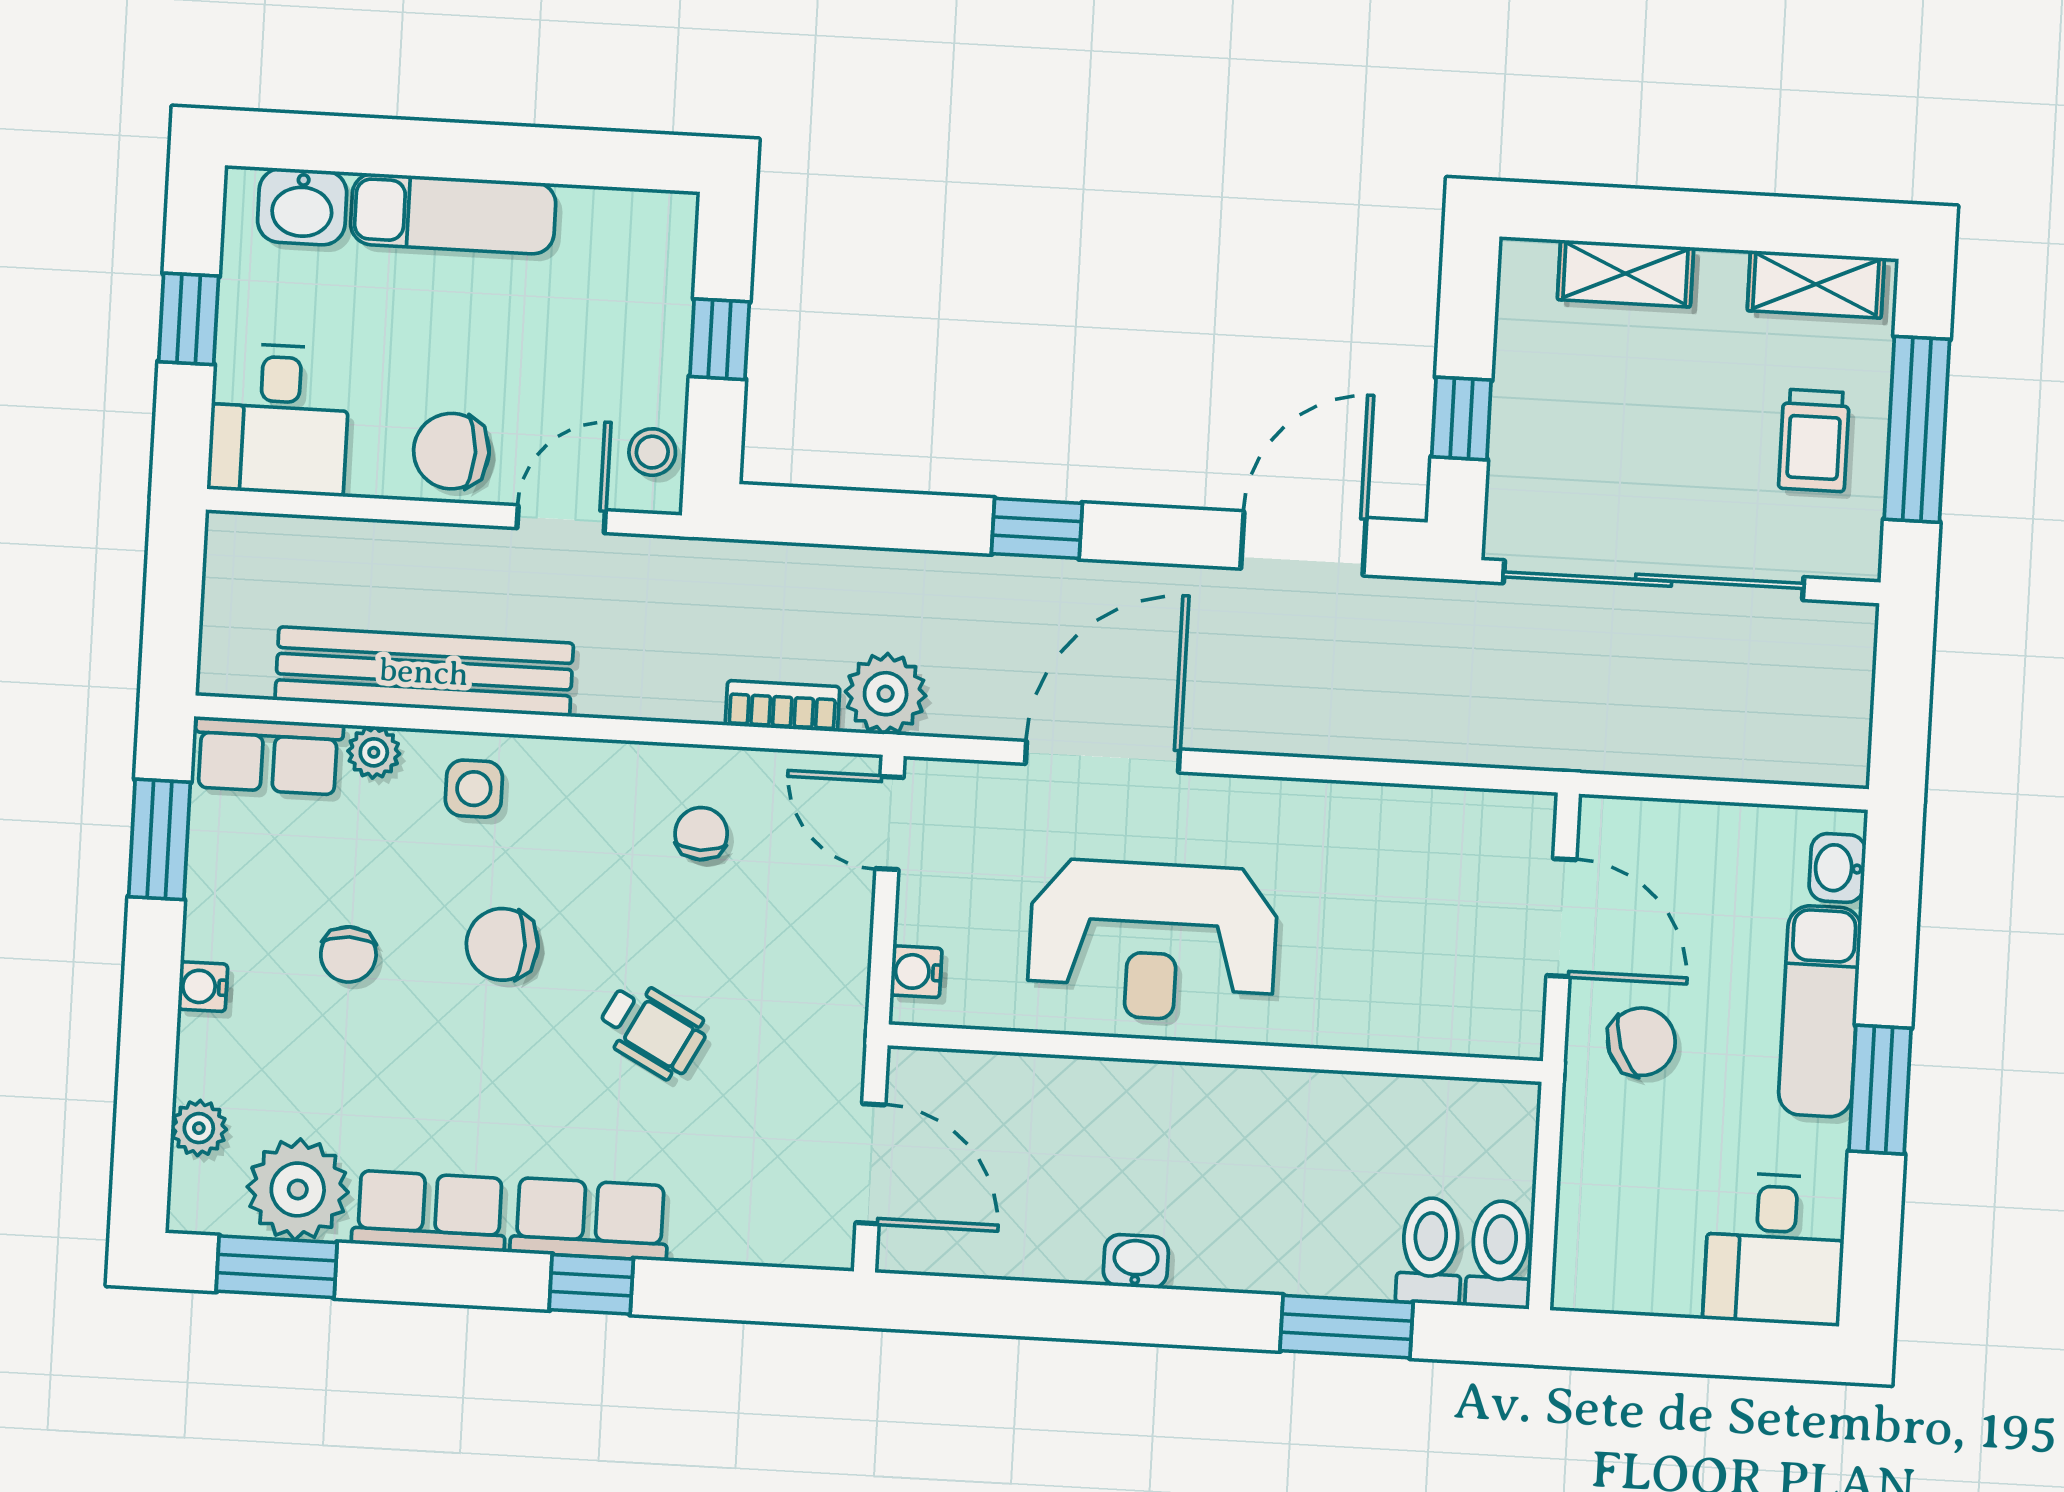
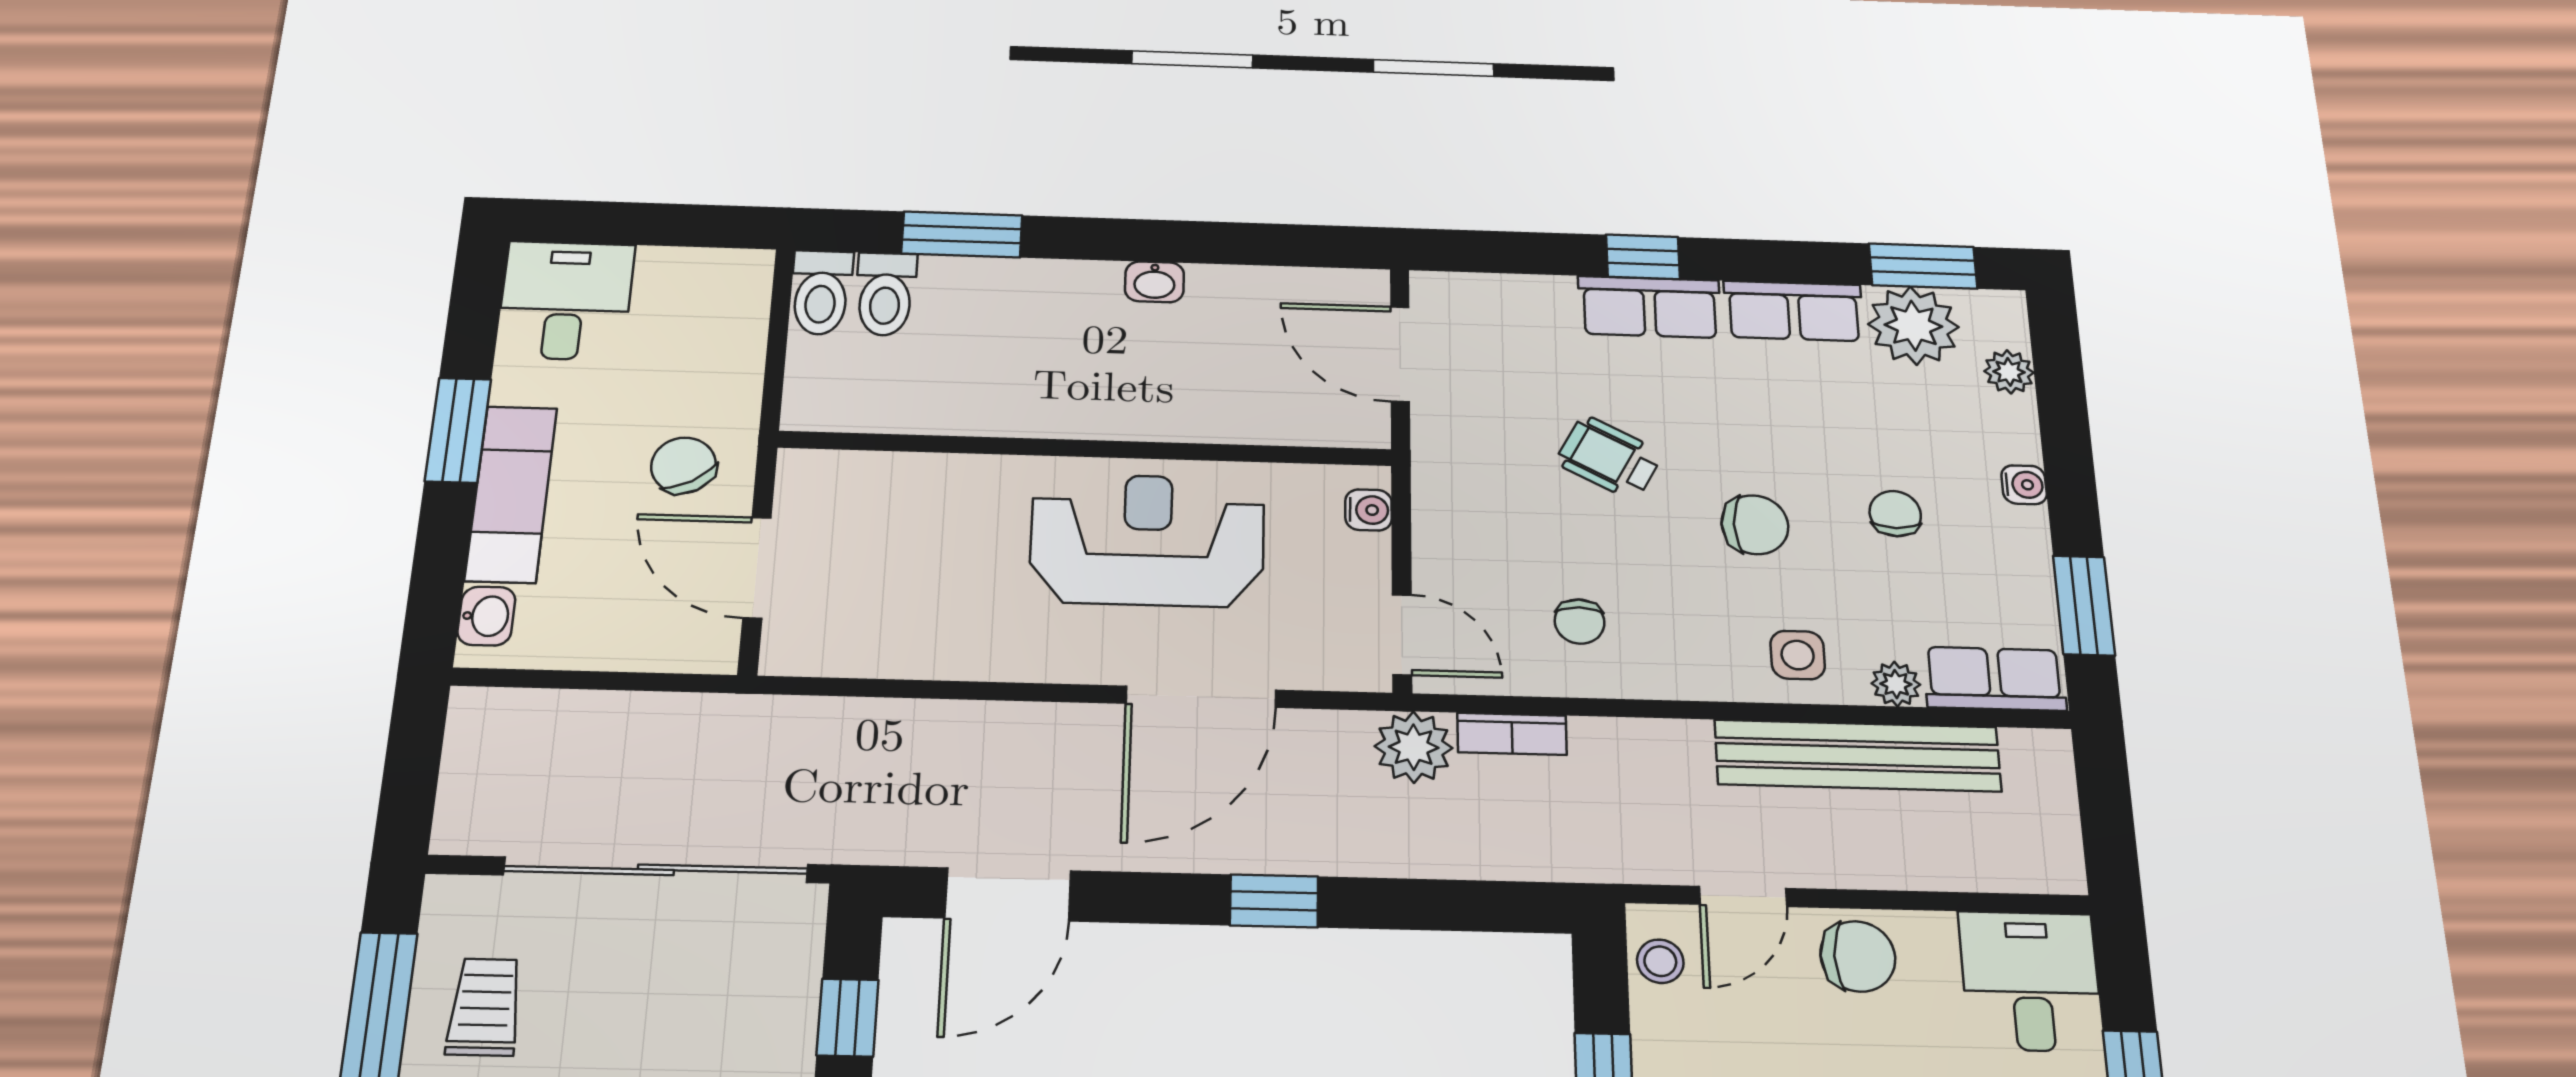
chair: (1641, 1042) -> (683, 465), turned 81

